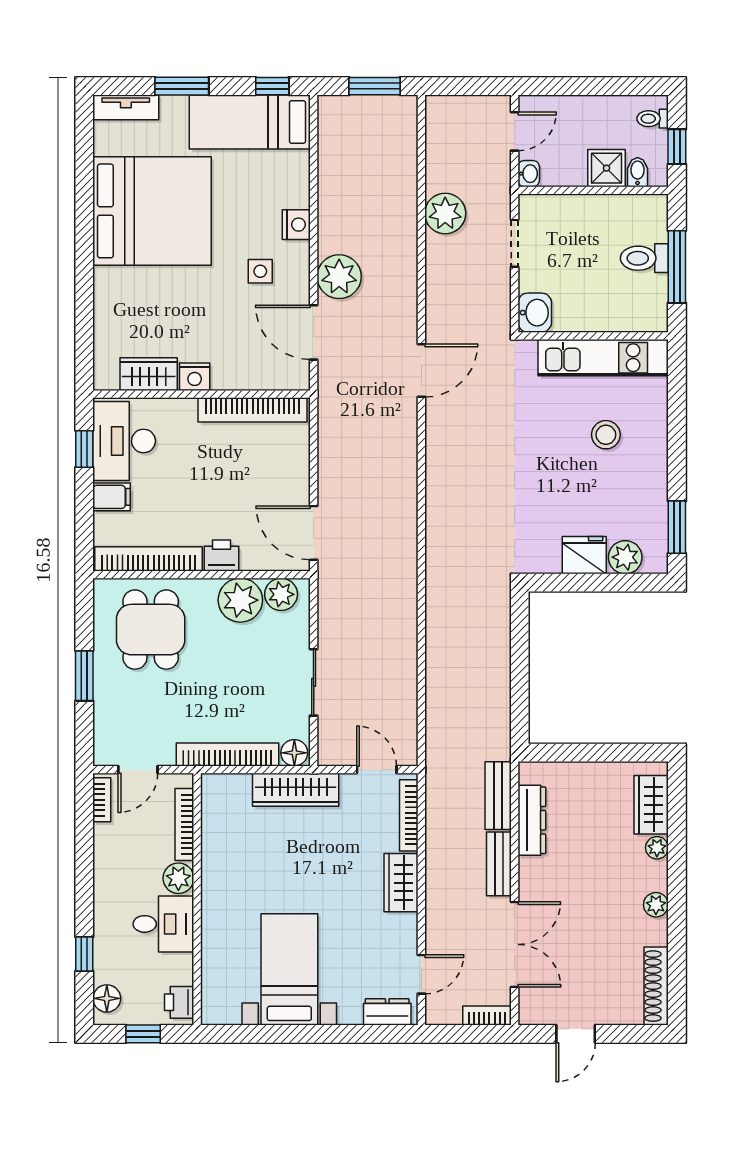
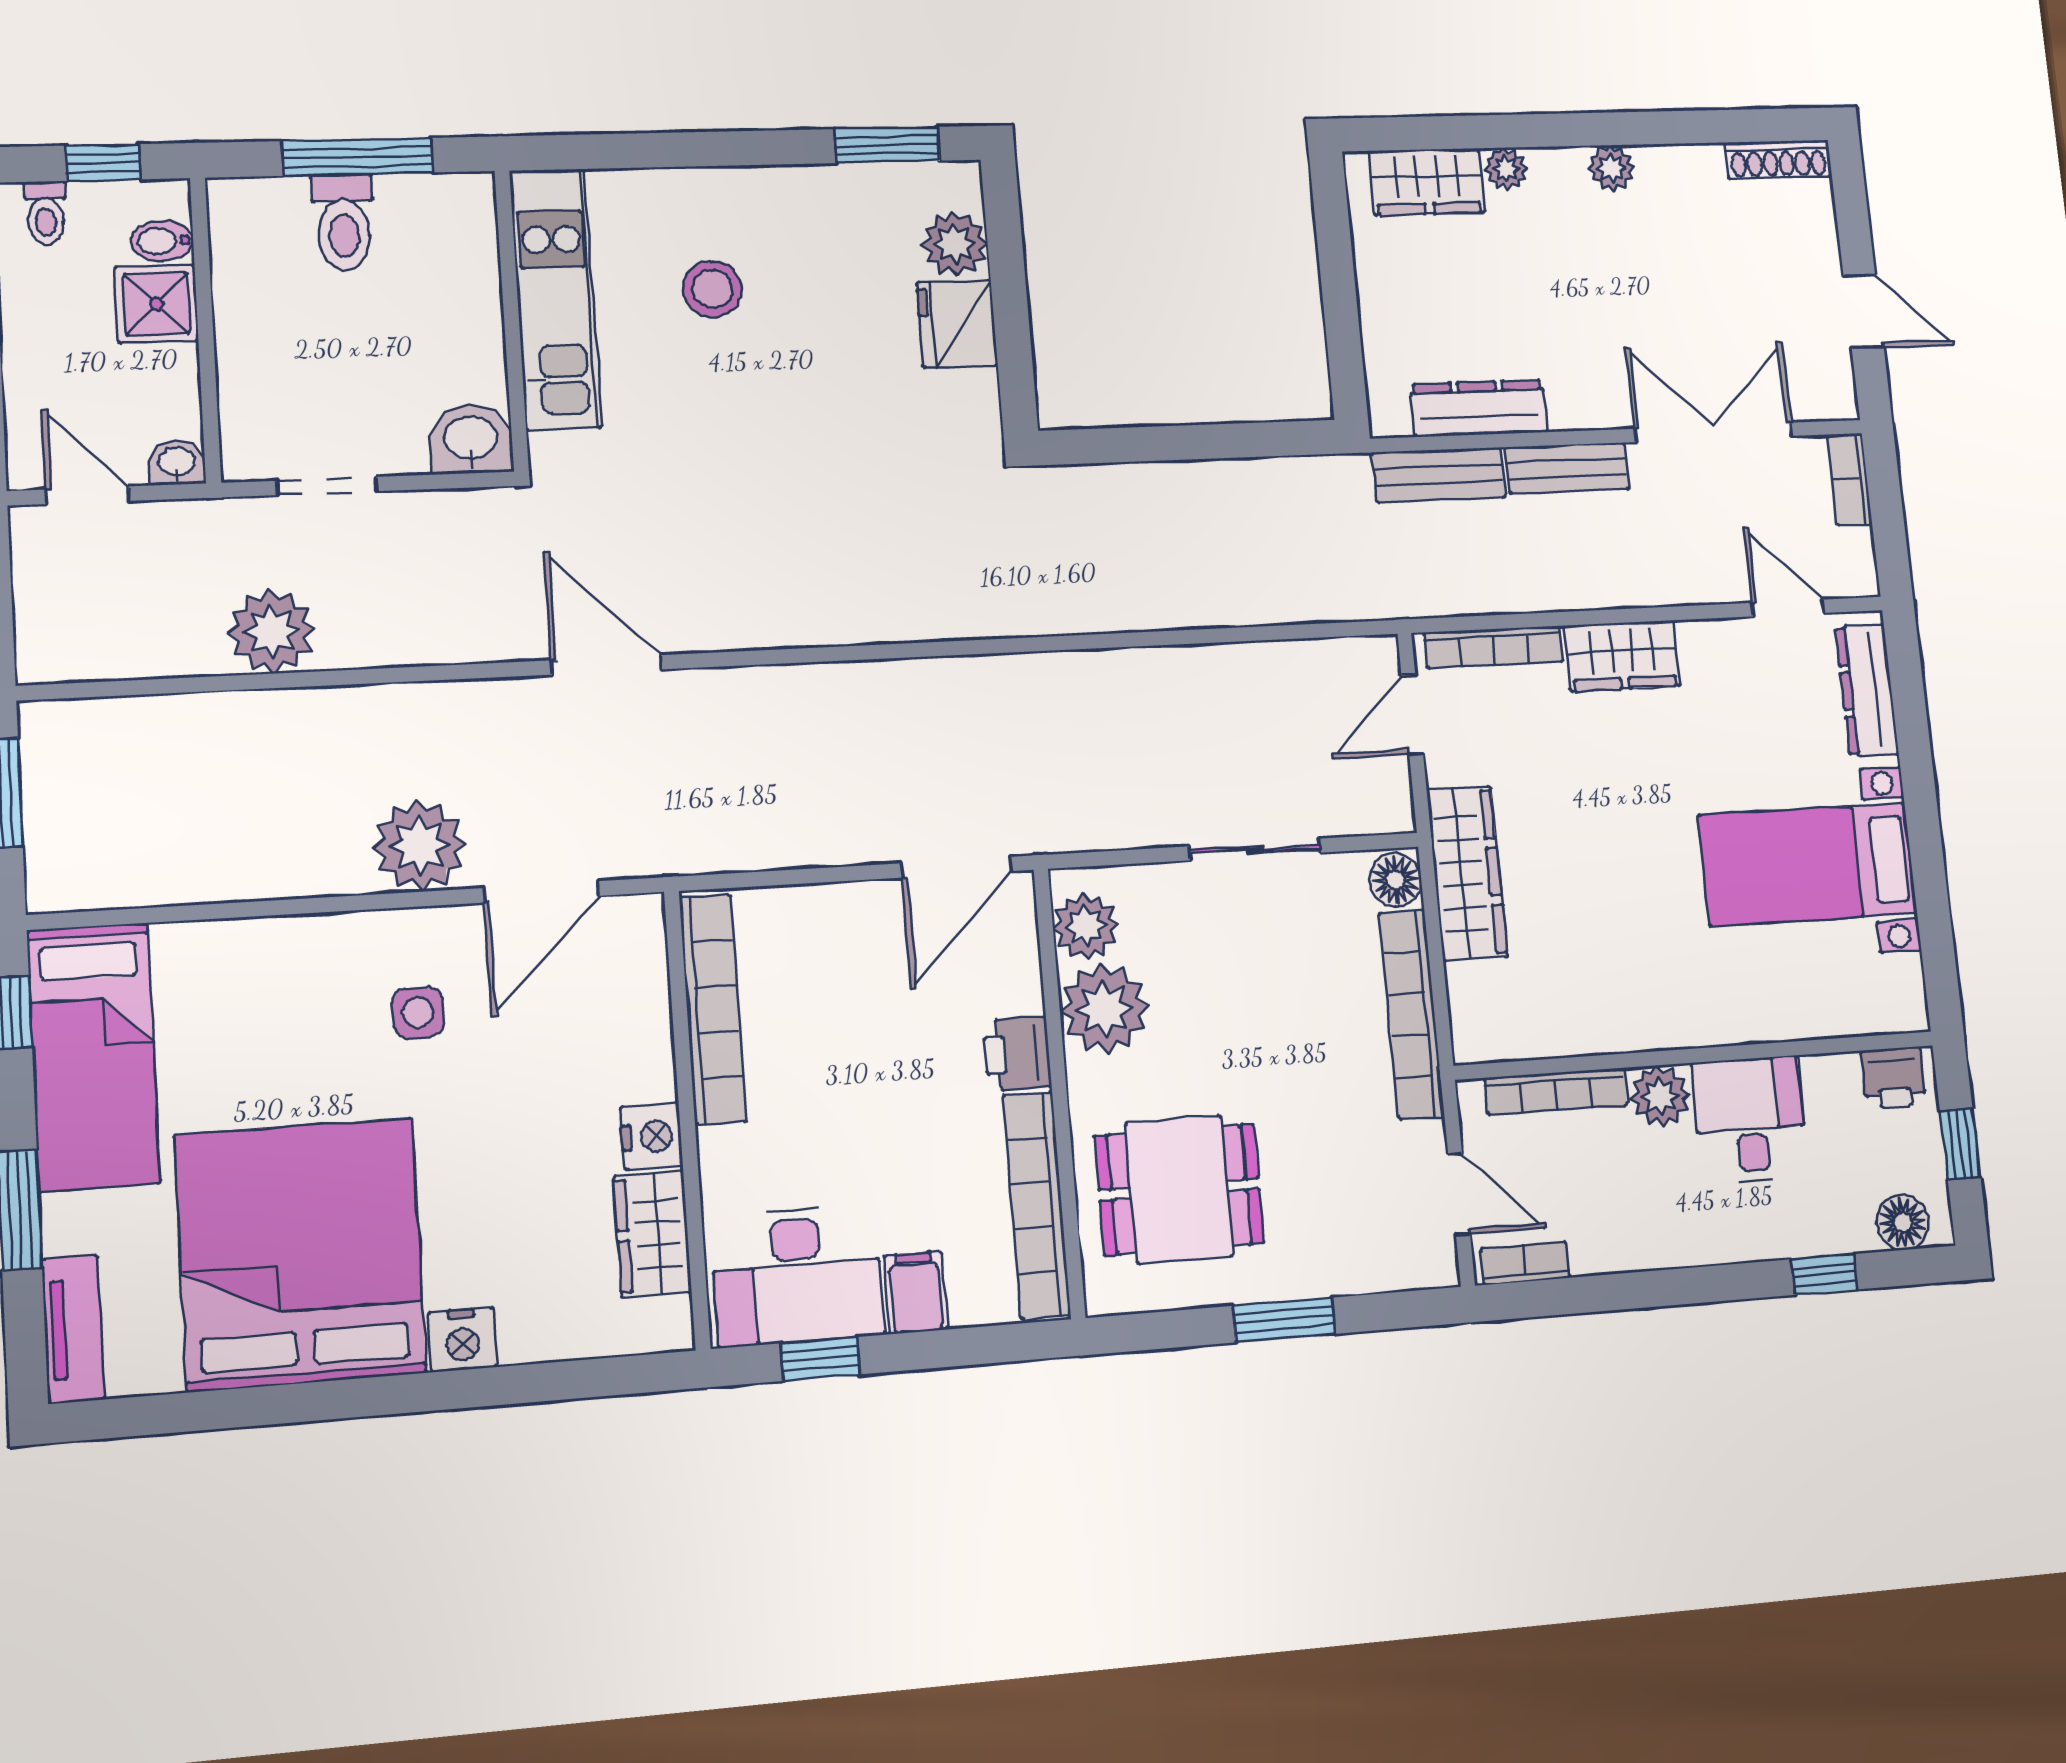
nightstand: (296, 225) -> (462, 1340), moved, turned 180
shoe rack: (656, 986) -> (1778, 159), width x0.74, depth x0.81
dresser: (387, 1012) -> (1867, 690), width x1.44

